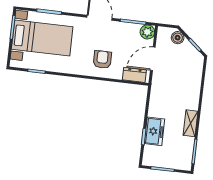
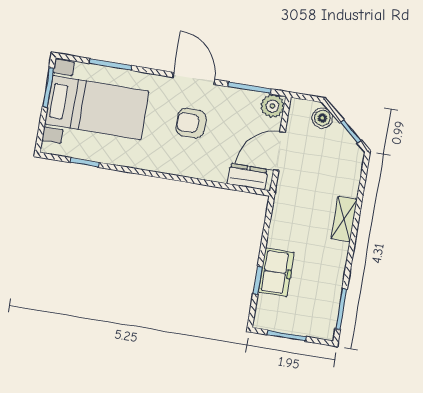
armchair: (102, 60) -> (191, 123), moved, turned -90
shelving: (191, 123) -> (344, 219), moved

